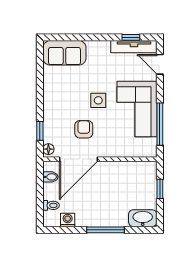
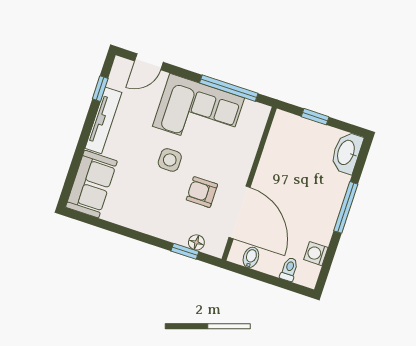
tv unit: (134, 47) -> (103, 120), moved
floor lamp: (48, 149) -> (196, 242), moved

